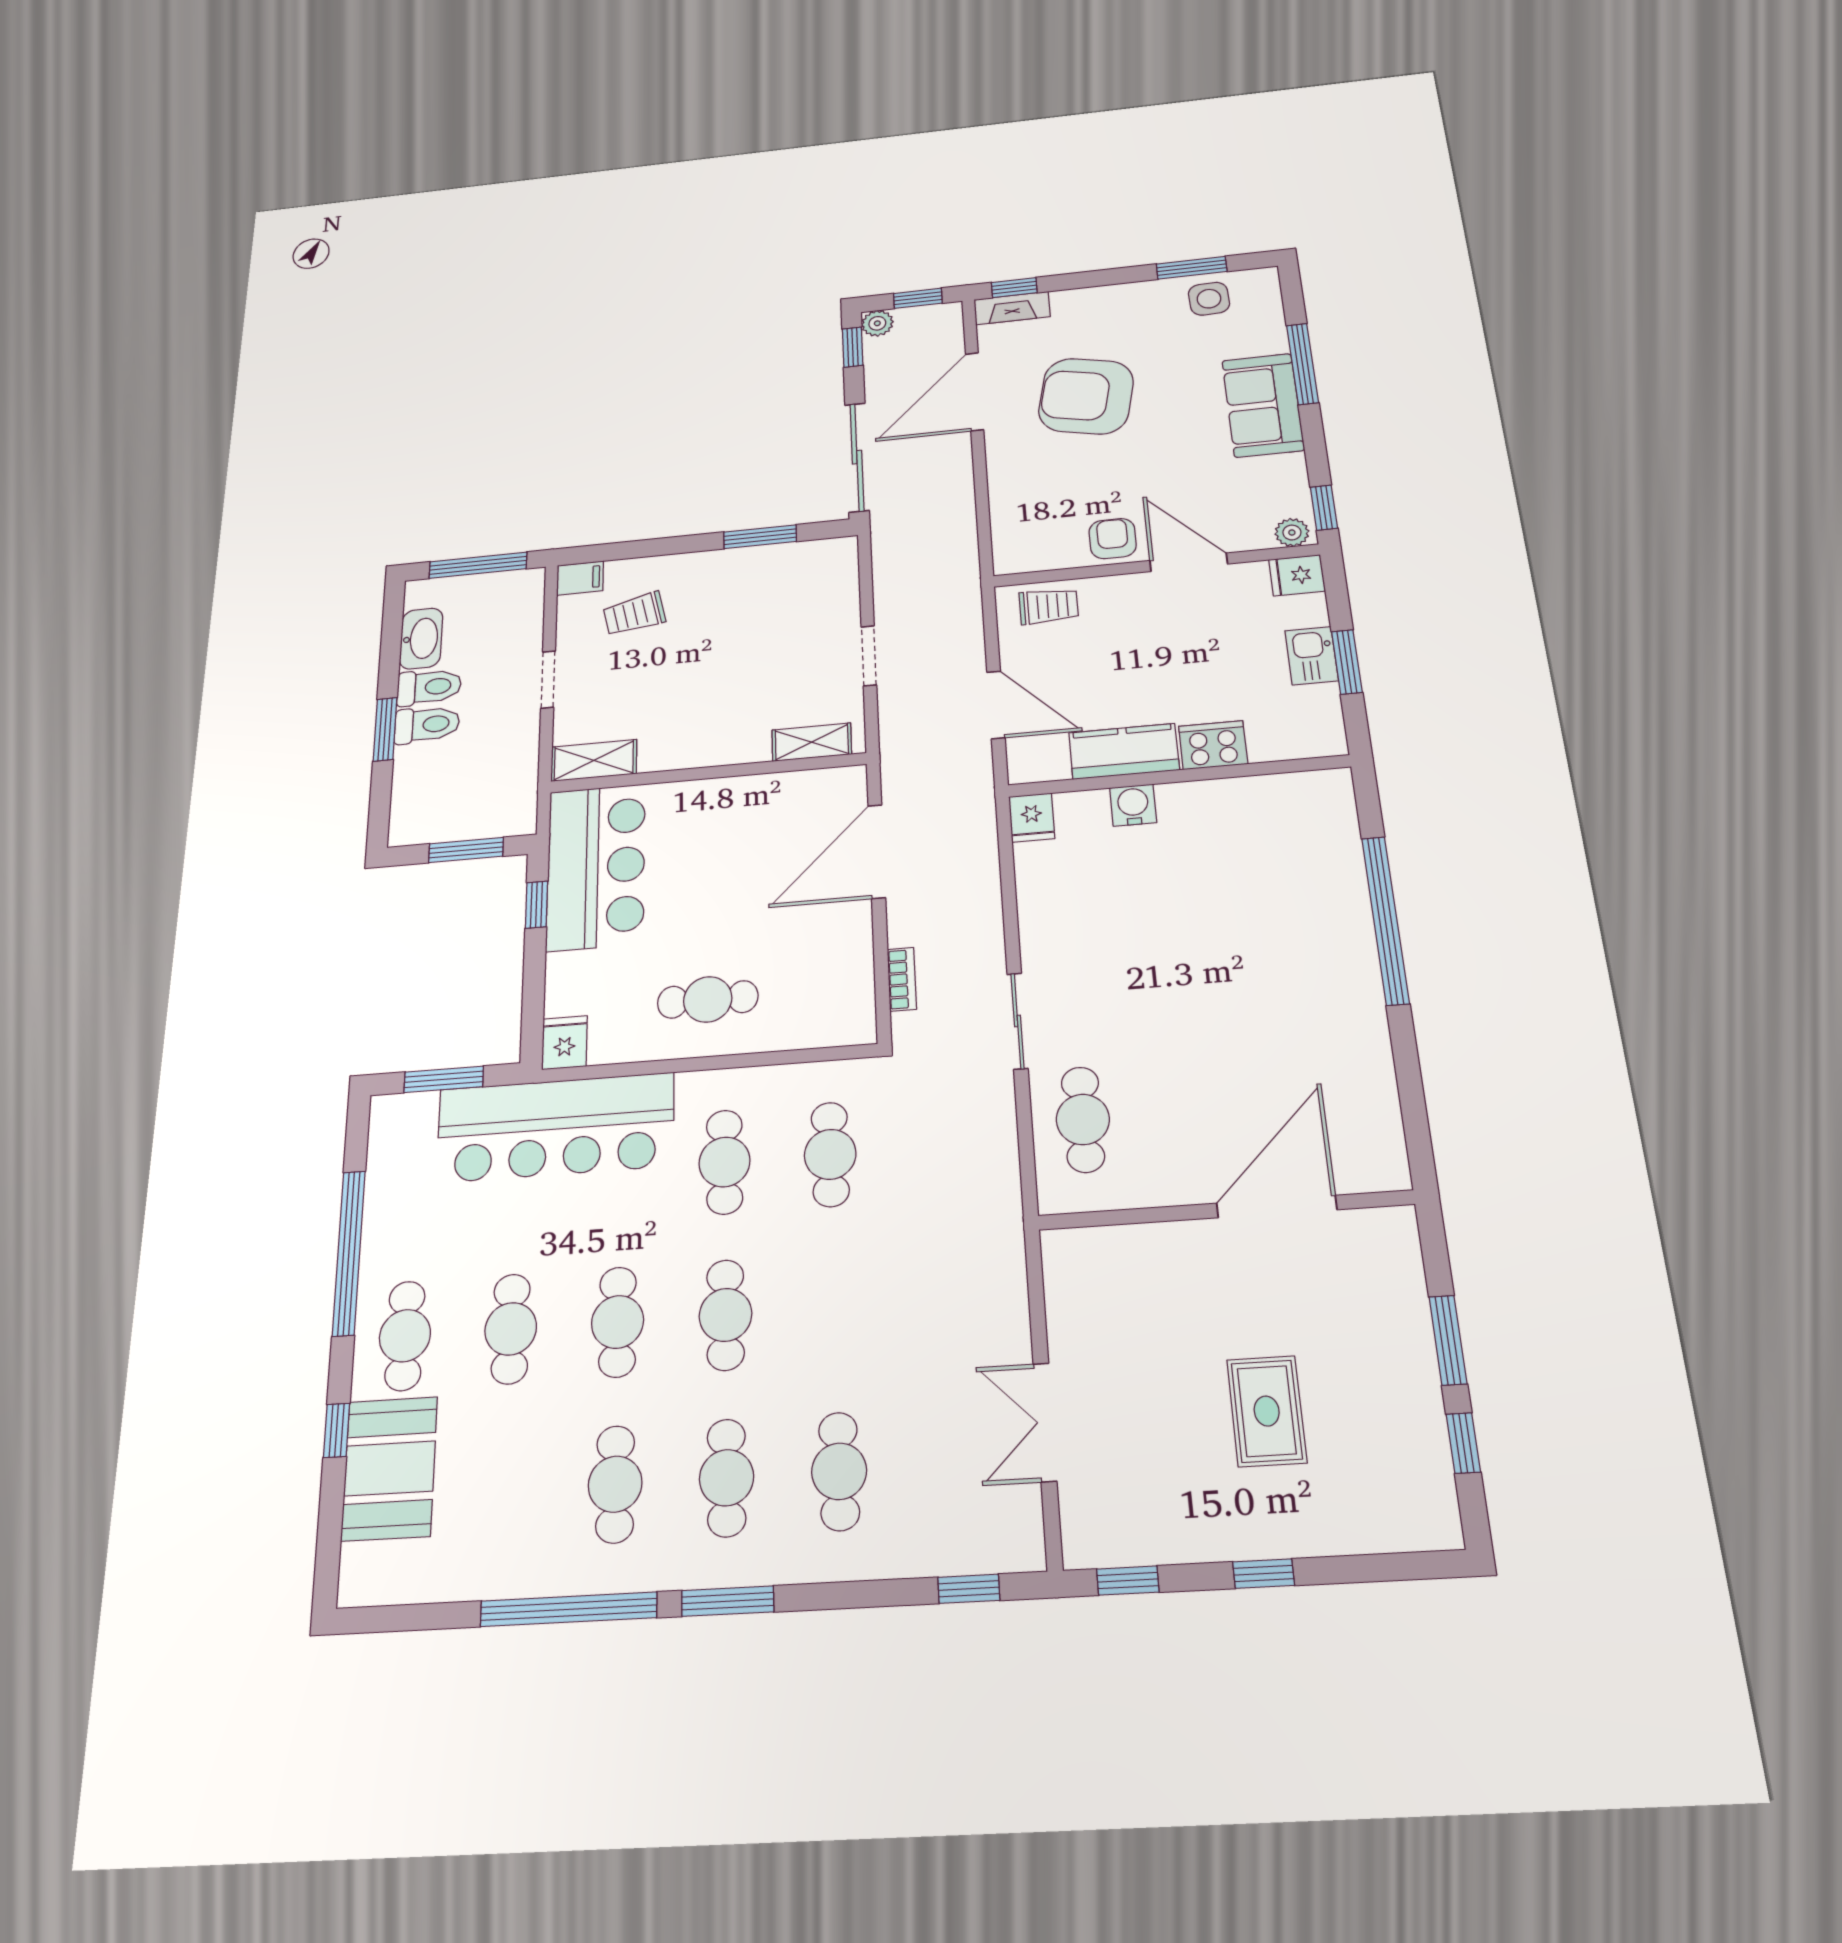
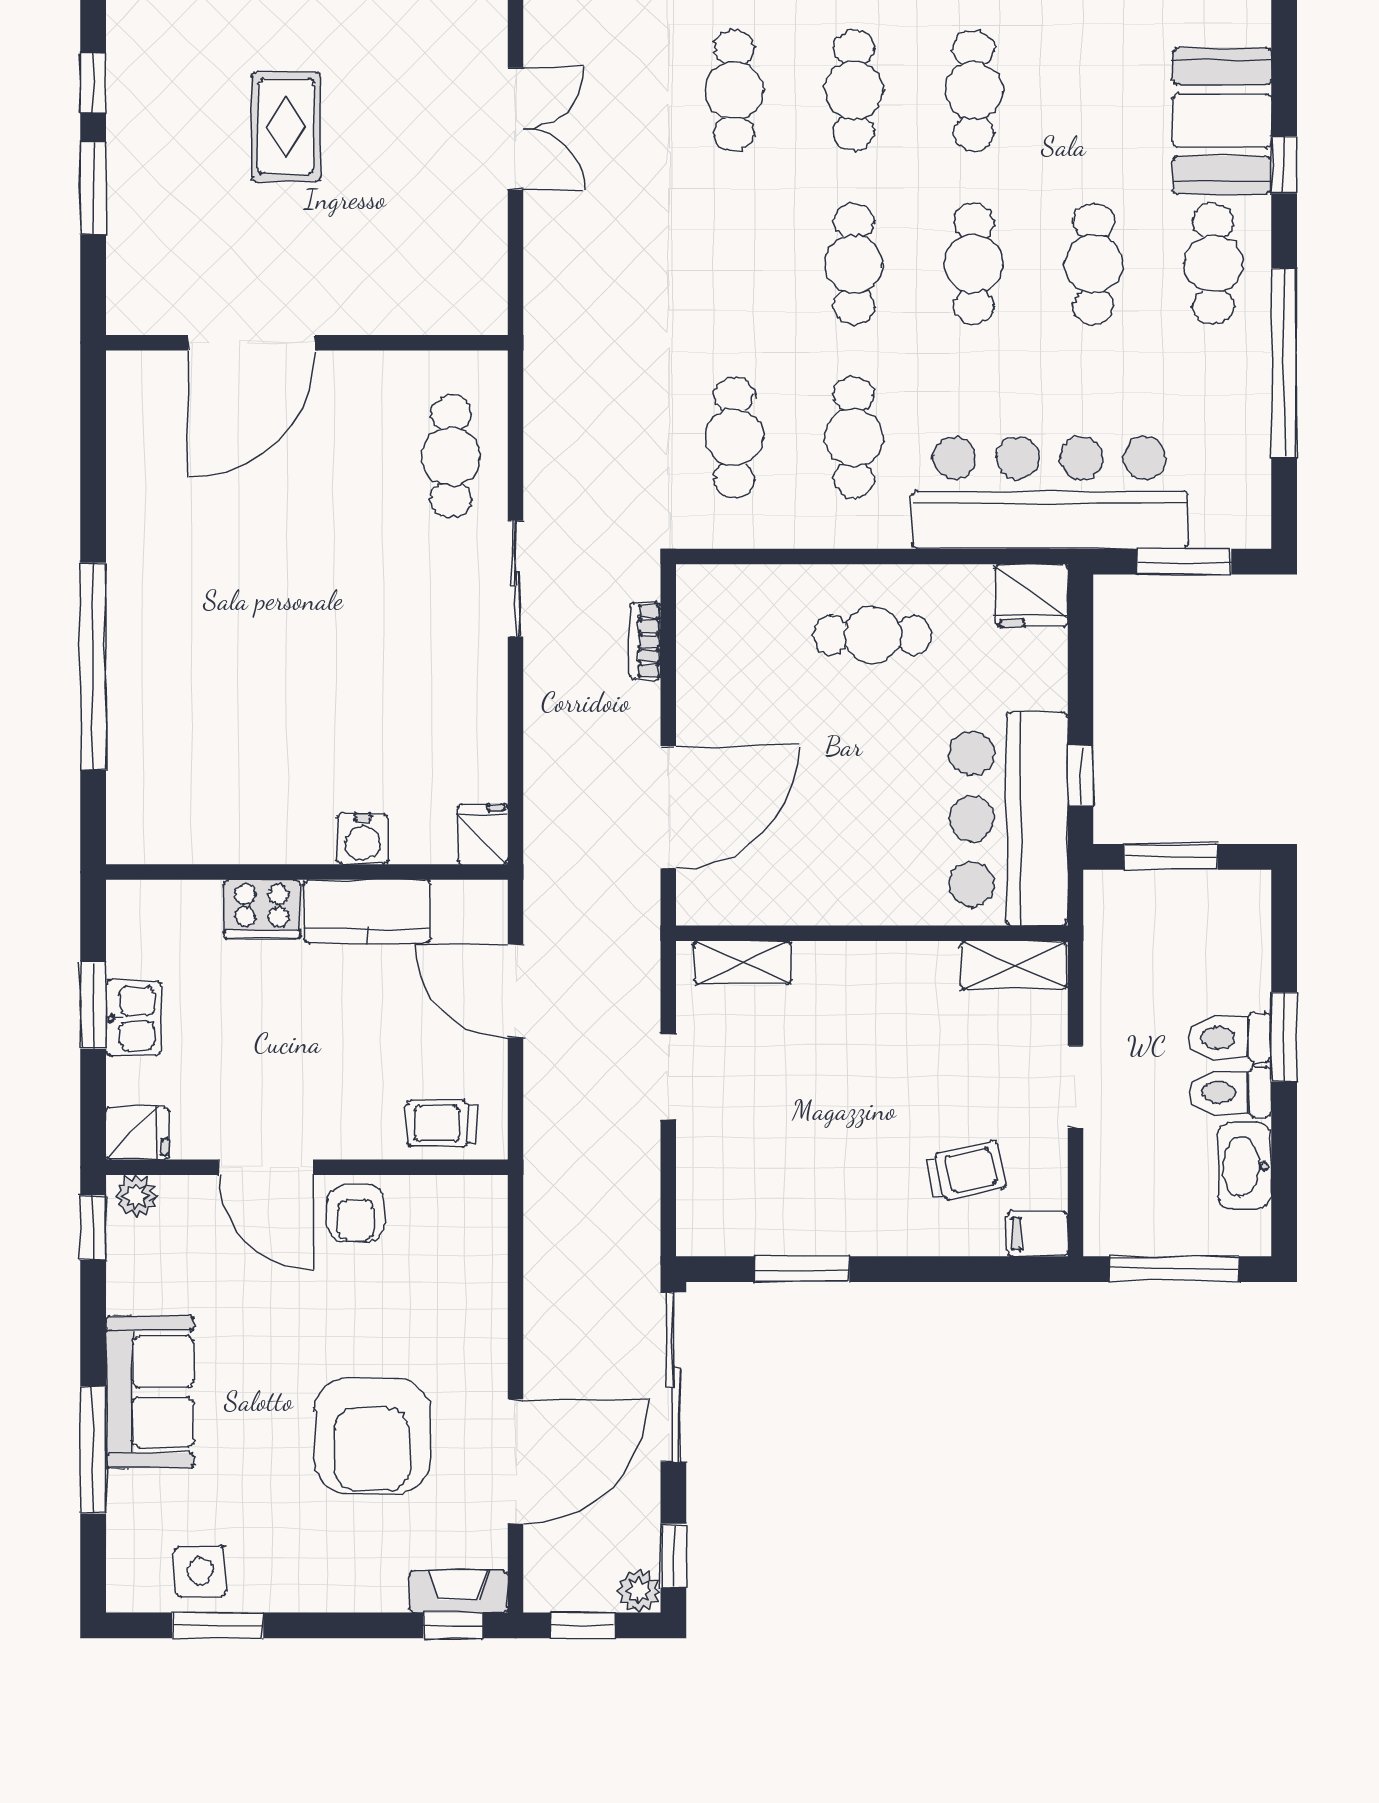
armchair: (1086, 396) -> (372, 1435), turned 78
fridge: (565, 1043) -> (1031, 596), width x1.38

